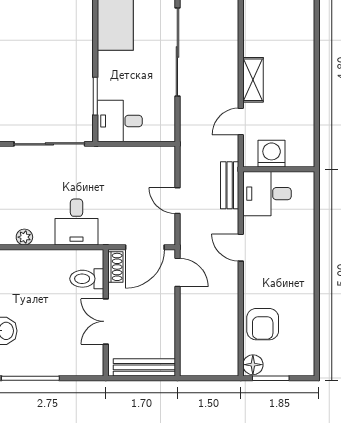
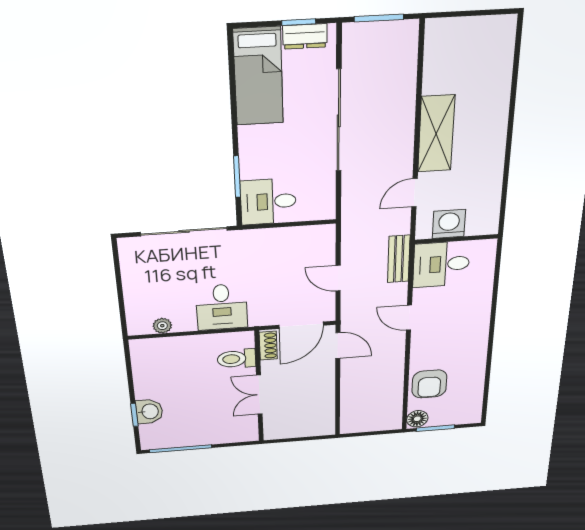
shelving: (253, 80) -> (436, 134), width x1.50, depth x1.33
bench: (144, 367) -> (302, 430), removed

